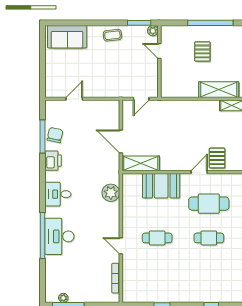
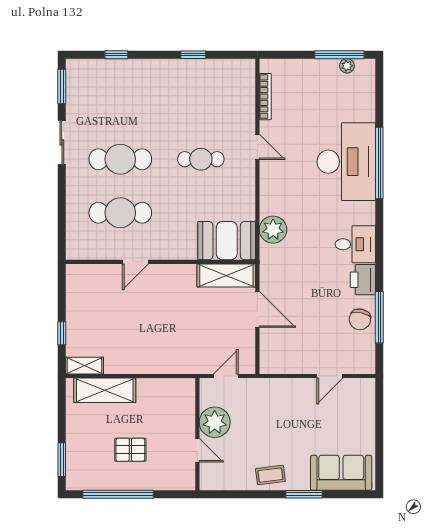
window: (139, 23) -> (304, 494), moved
plant: (153, 31) -> (215, 422), moved, width x1.87, depth x1.87
pallet: (202, 51) -> (130, 450), turned 90
pallet: (217, 158) -> (107, 284), removed
booth: (161, 186) -> (227, 241), moved
desk: (58, 194) -> (355, 244), moved
desk: (59, 236) -> (346, 162), width x1.36, depth x1.30
cafe table: (209, 238) -> (120, 159), width x1.37, depth x1.35

